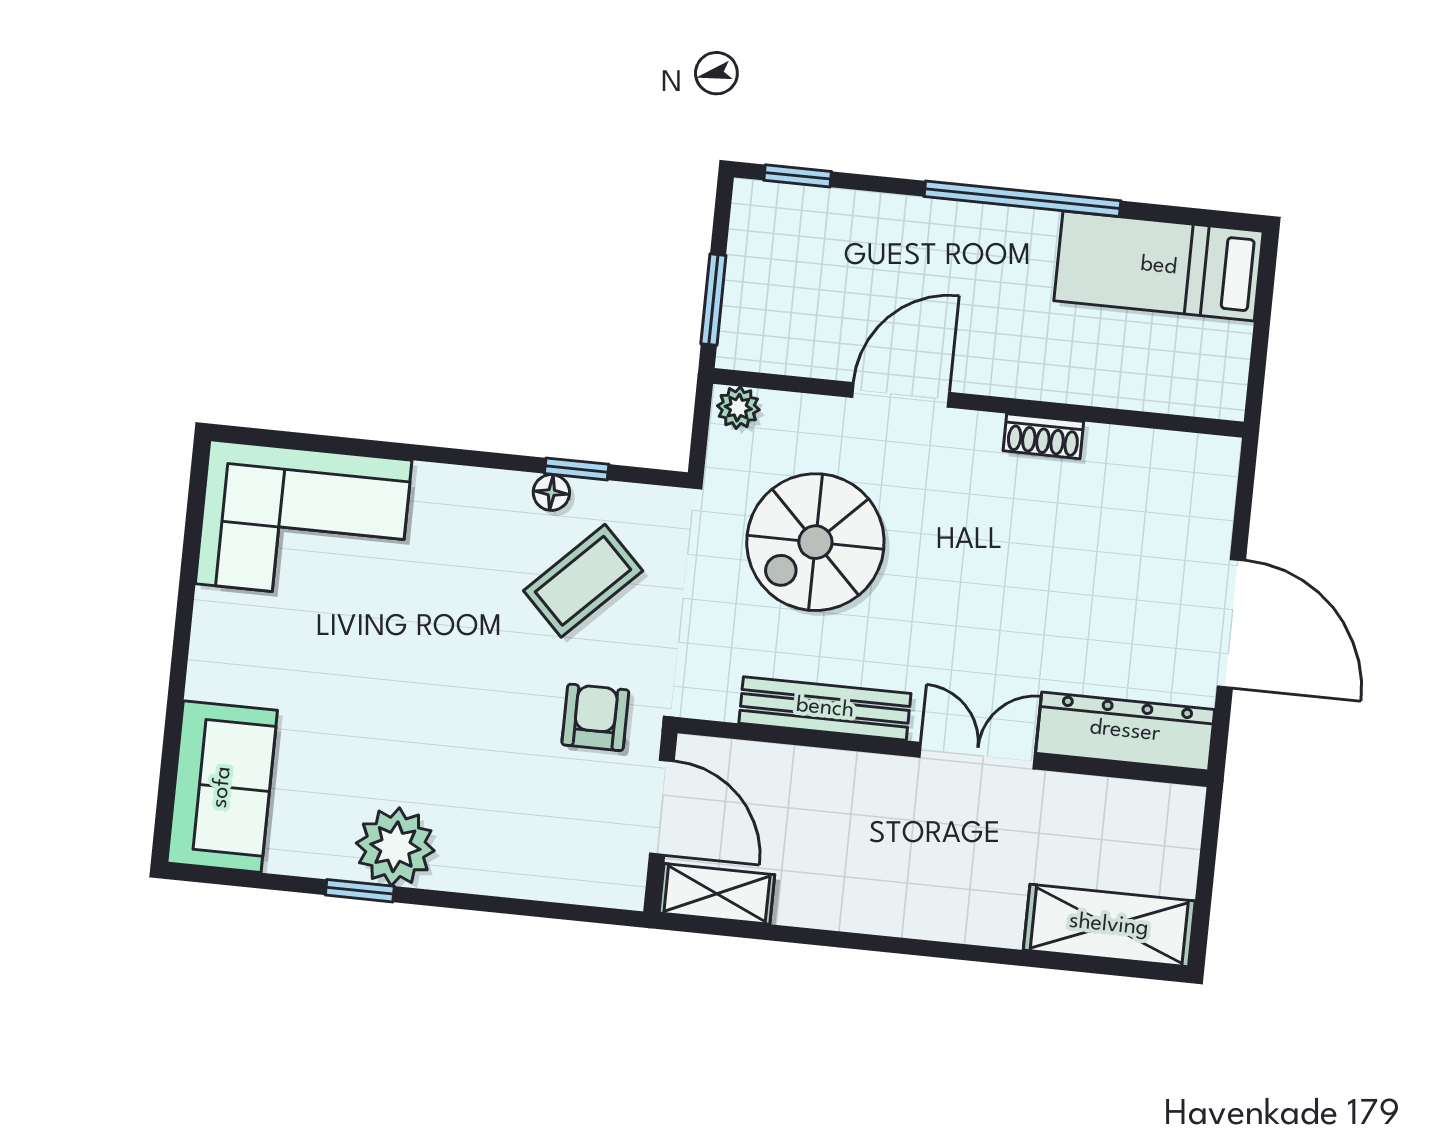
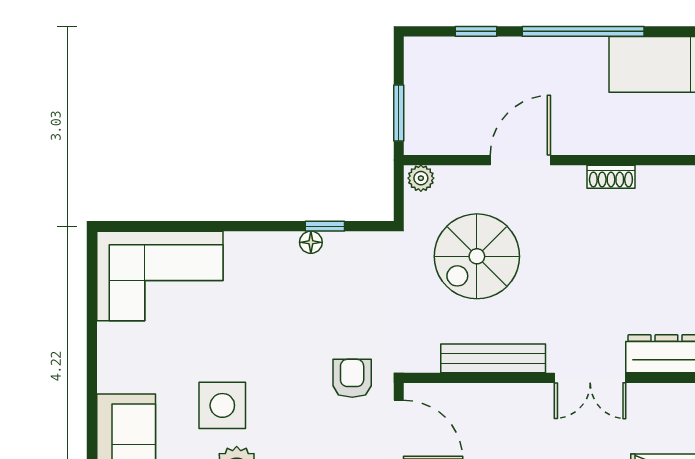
window: (798, 176) -> (476, 31), moved
coffee table: (583, 581) -> (336, 295), removed
side table: (383, 740) -> (222, 405), added
double door: (977, 756) -> (590, 378), swing flipped

